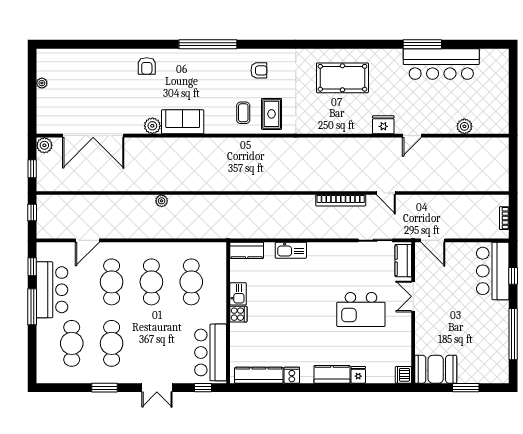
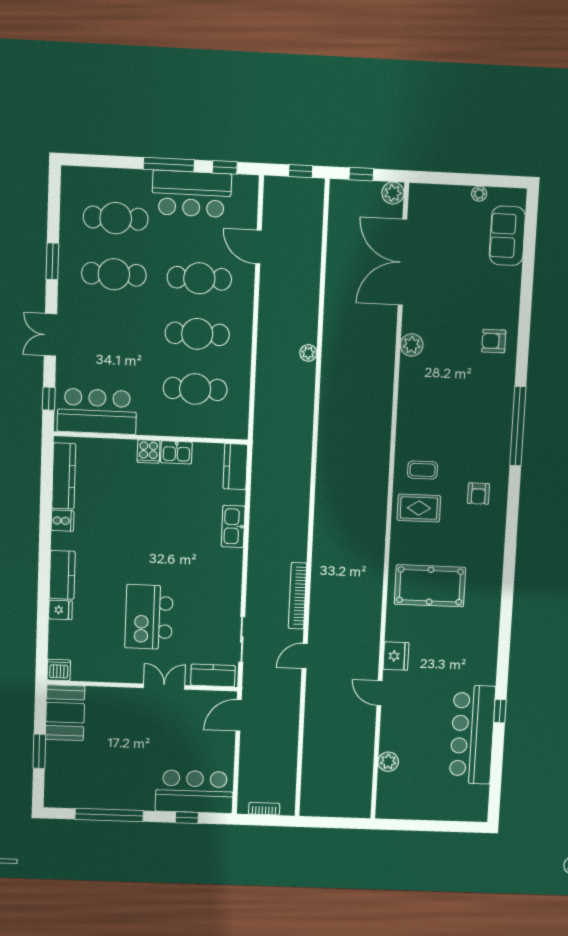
window: (422, 44) -> (500, 711), width x0.46
pool table: (342, 78) -> (430, 586), moved, turned 90
sofa: (183, 122) -> (507, 236), moved, turned 180

